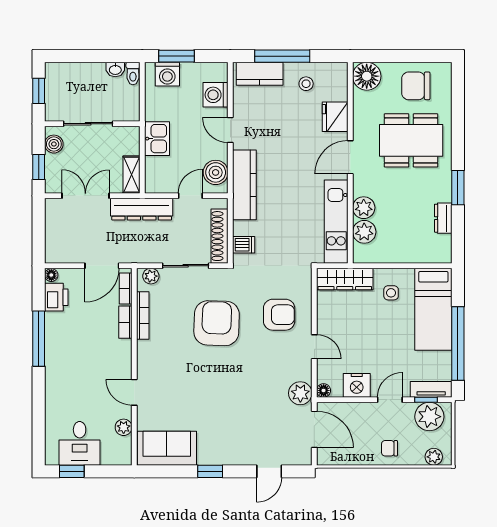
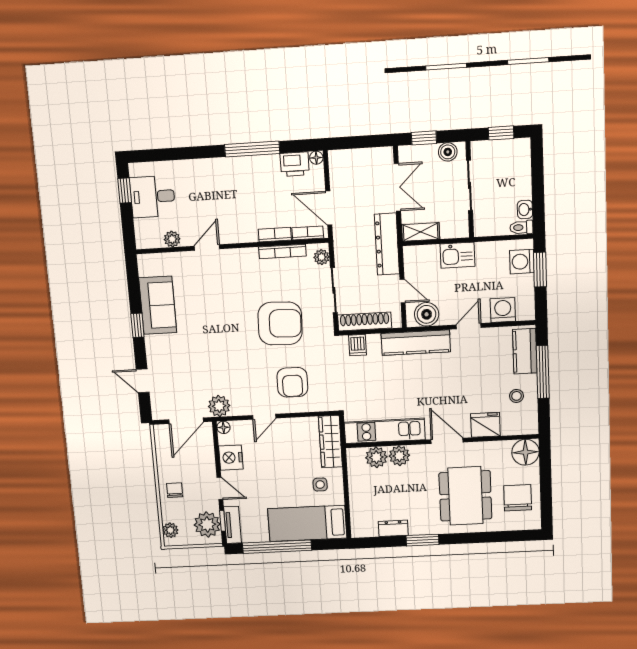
sofa: (167, 448) -> (158, 305), moved

